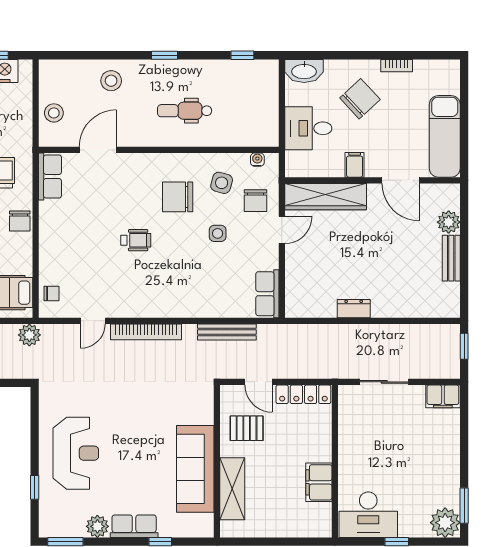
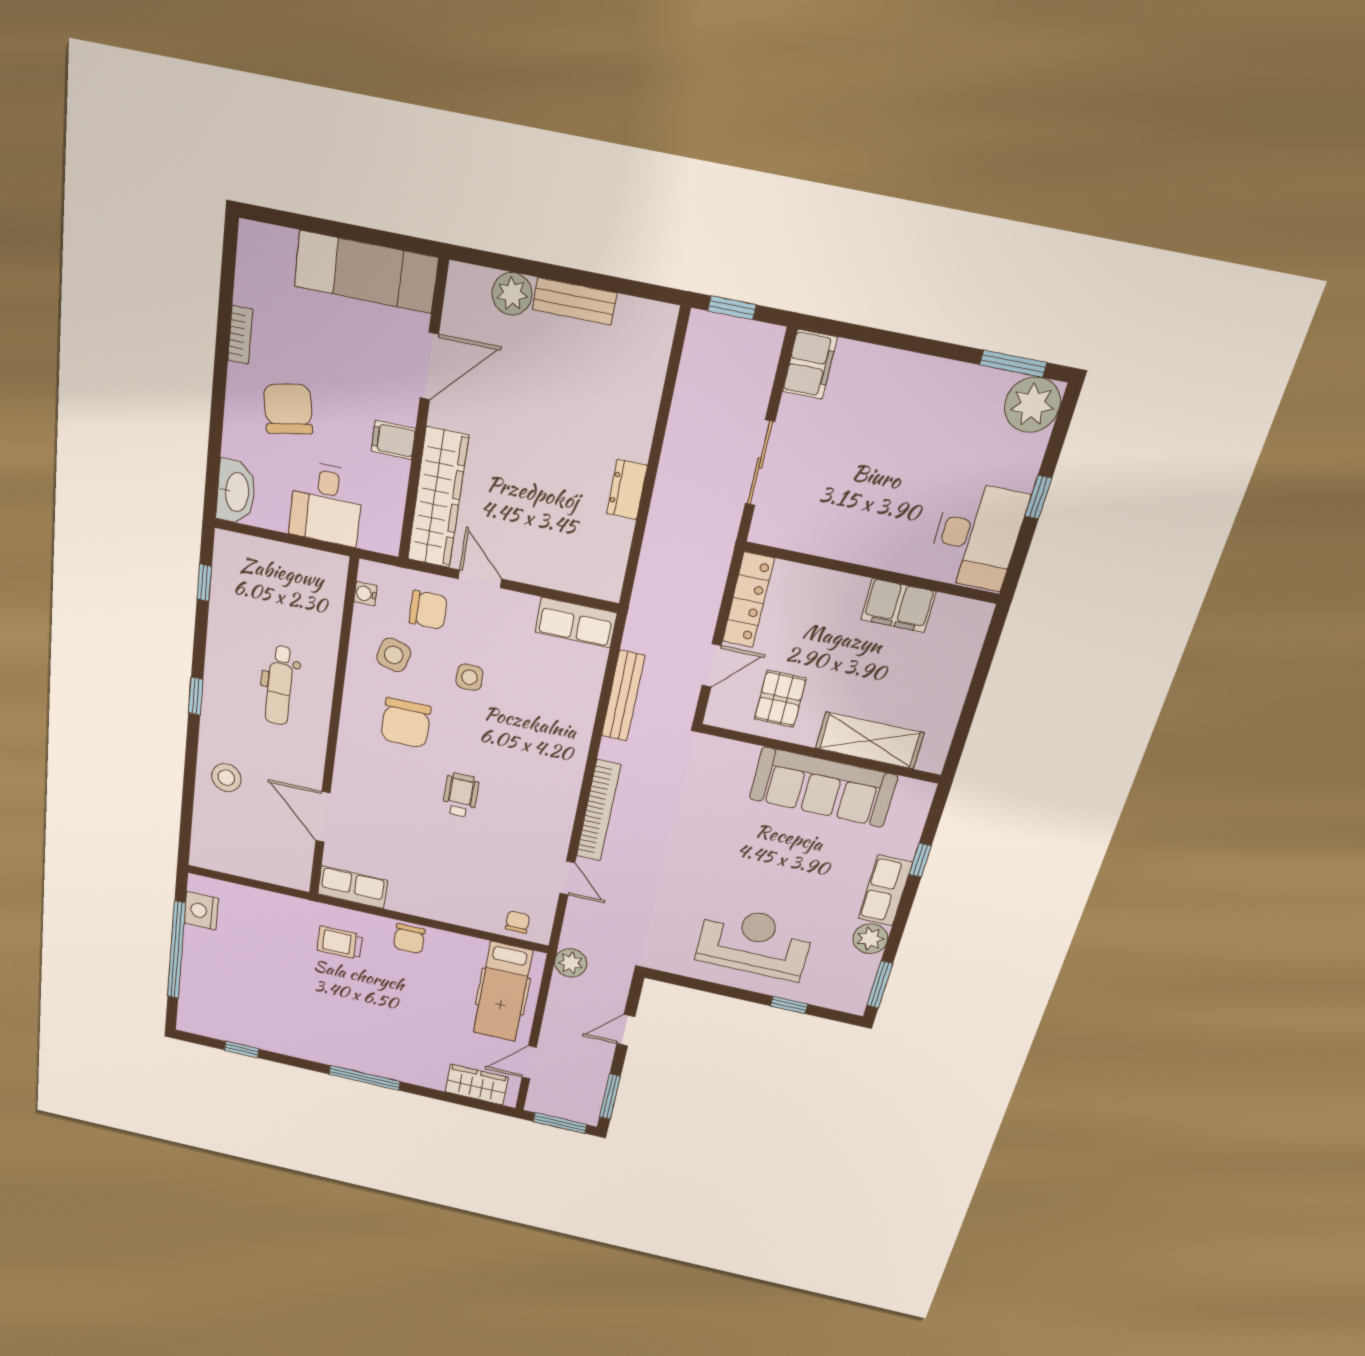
chair: (360, 99) -> (288, 409), turned 33
stool: (54, 113) -> (265, 863), removed
chair: (20, 221) -> (409, 939), turned 90

